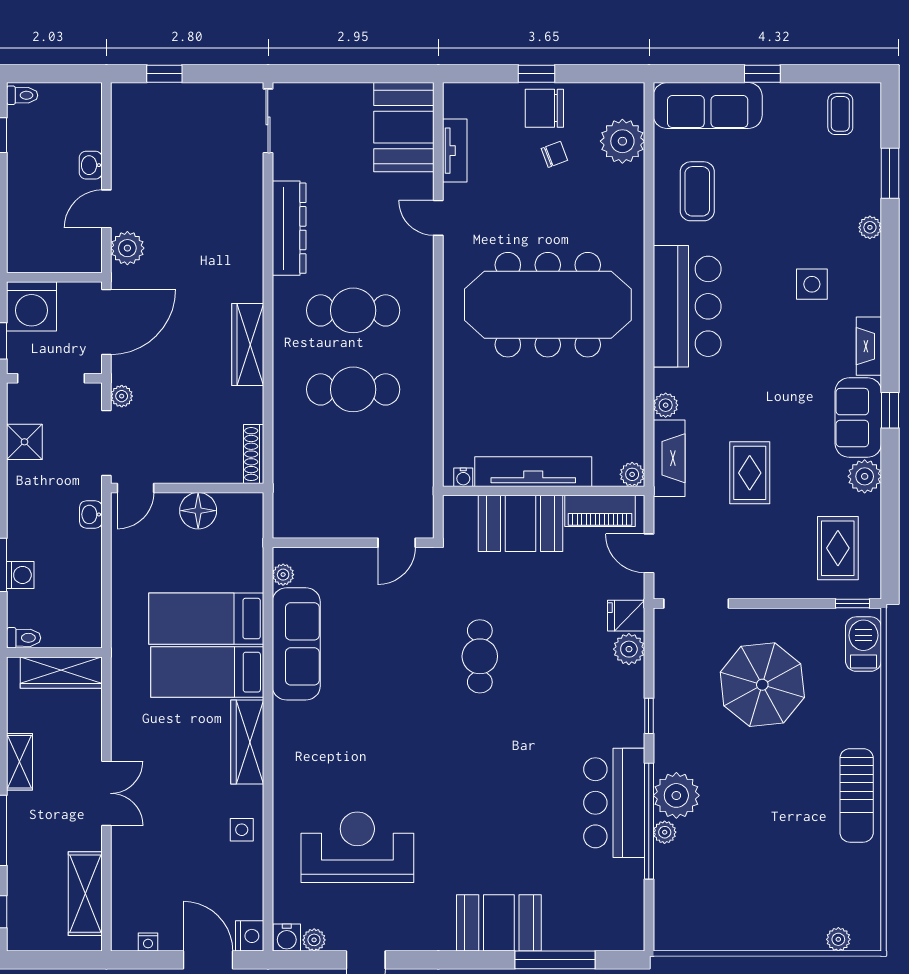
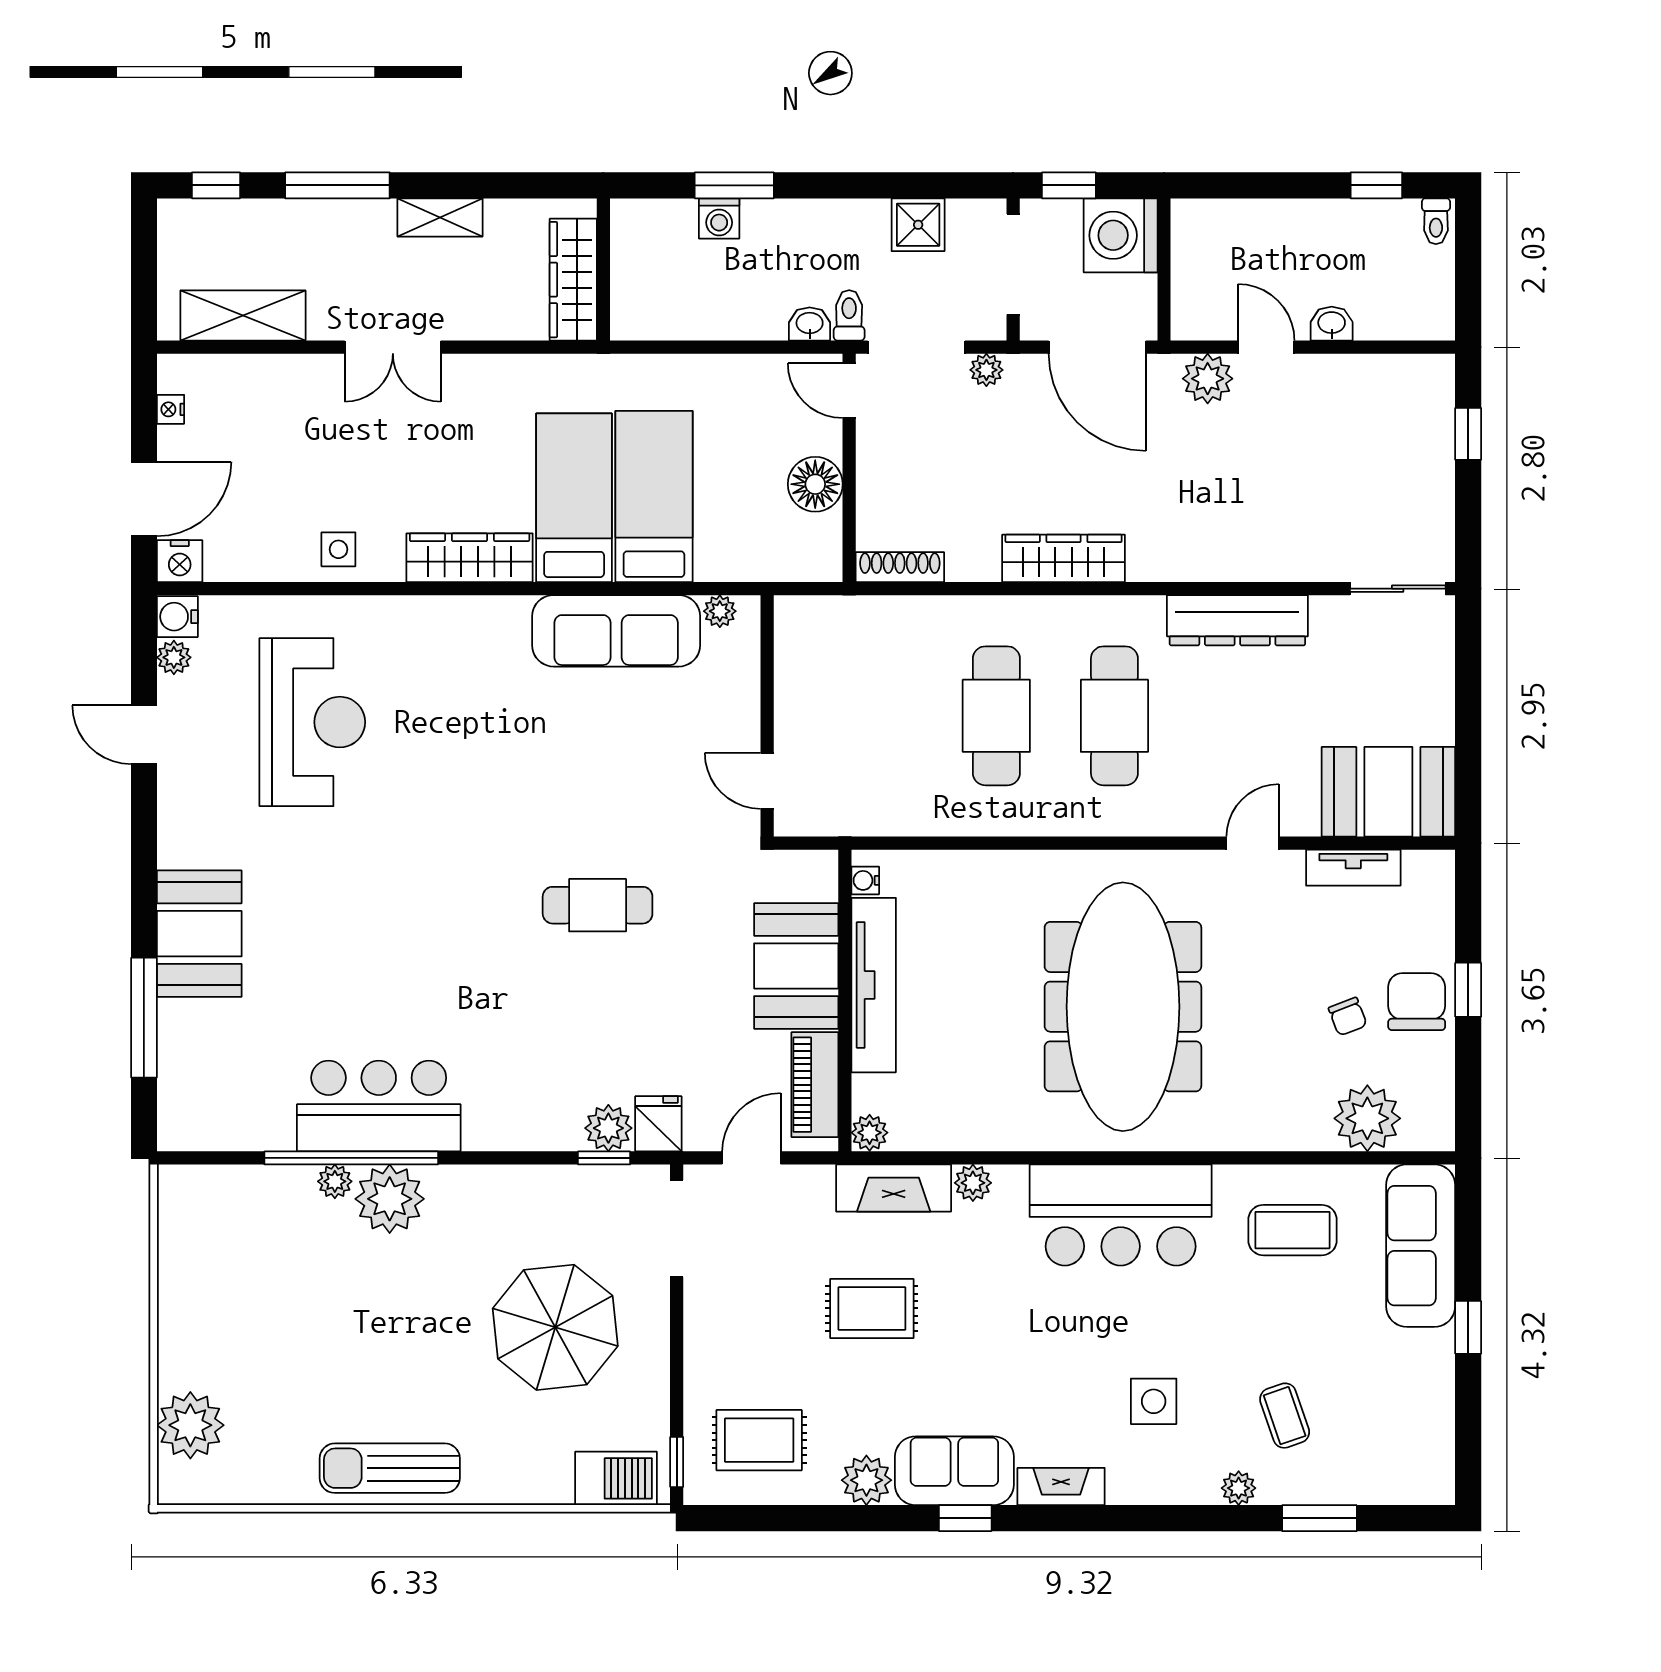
coffee table: (840, 114) -> (1285, 1416), moved, turned 71
toilet: (24, 638) -> (849, 315), moved, turned 180
window: (649, 716) -> (604, 1158), moved
plant: (838, 939) -> (190, 1425), width x1.87, depth x1.87

